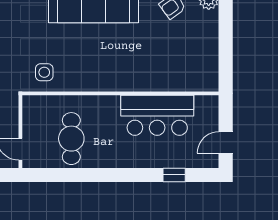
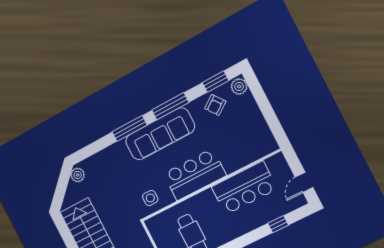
bar counter: (109, 72) -> (195, 175), added

